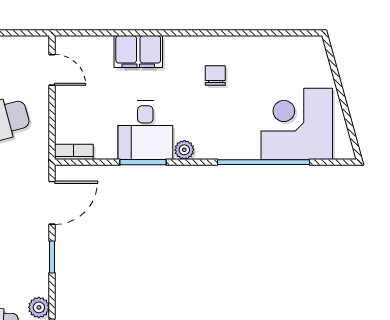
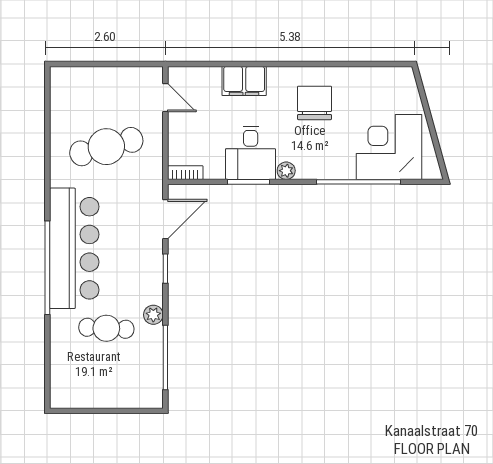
chair: (215, 76) -> (315, 103), width x1.87, depth x1.87

